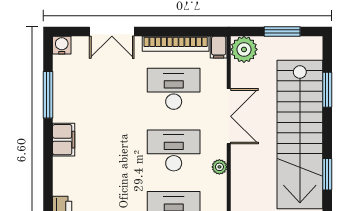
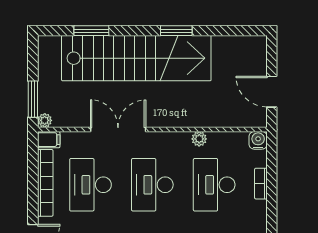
window: (282, 31) -> (33, 99), moved
plant: (244, 49) -> (45, 120), width x0.53, depth x0.53
plant: (219, 167) -> (199, 139), moved

